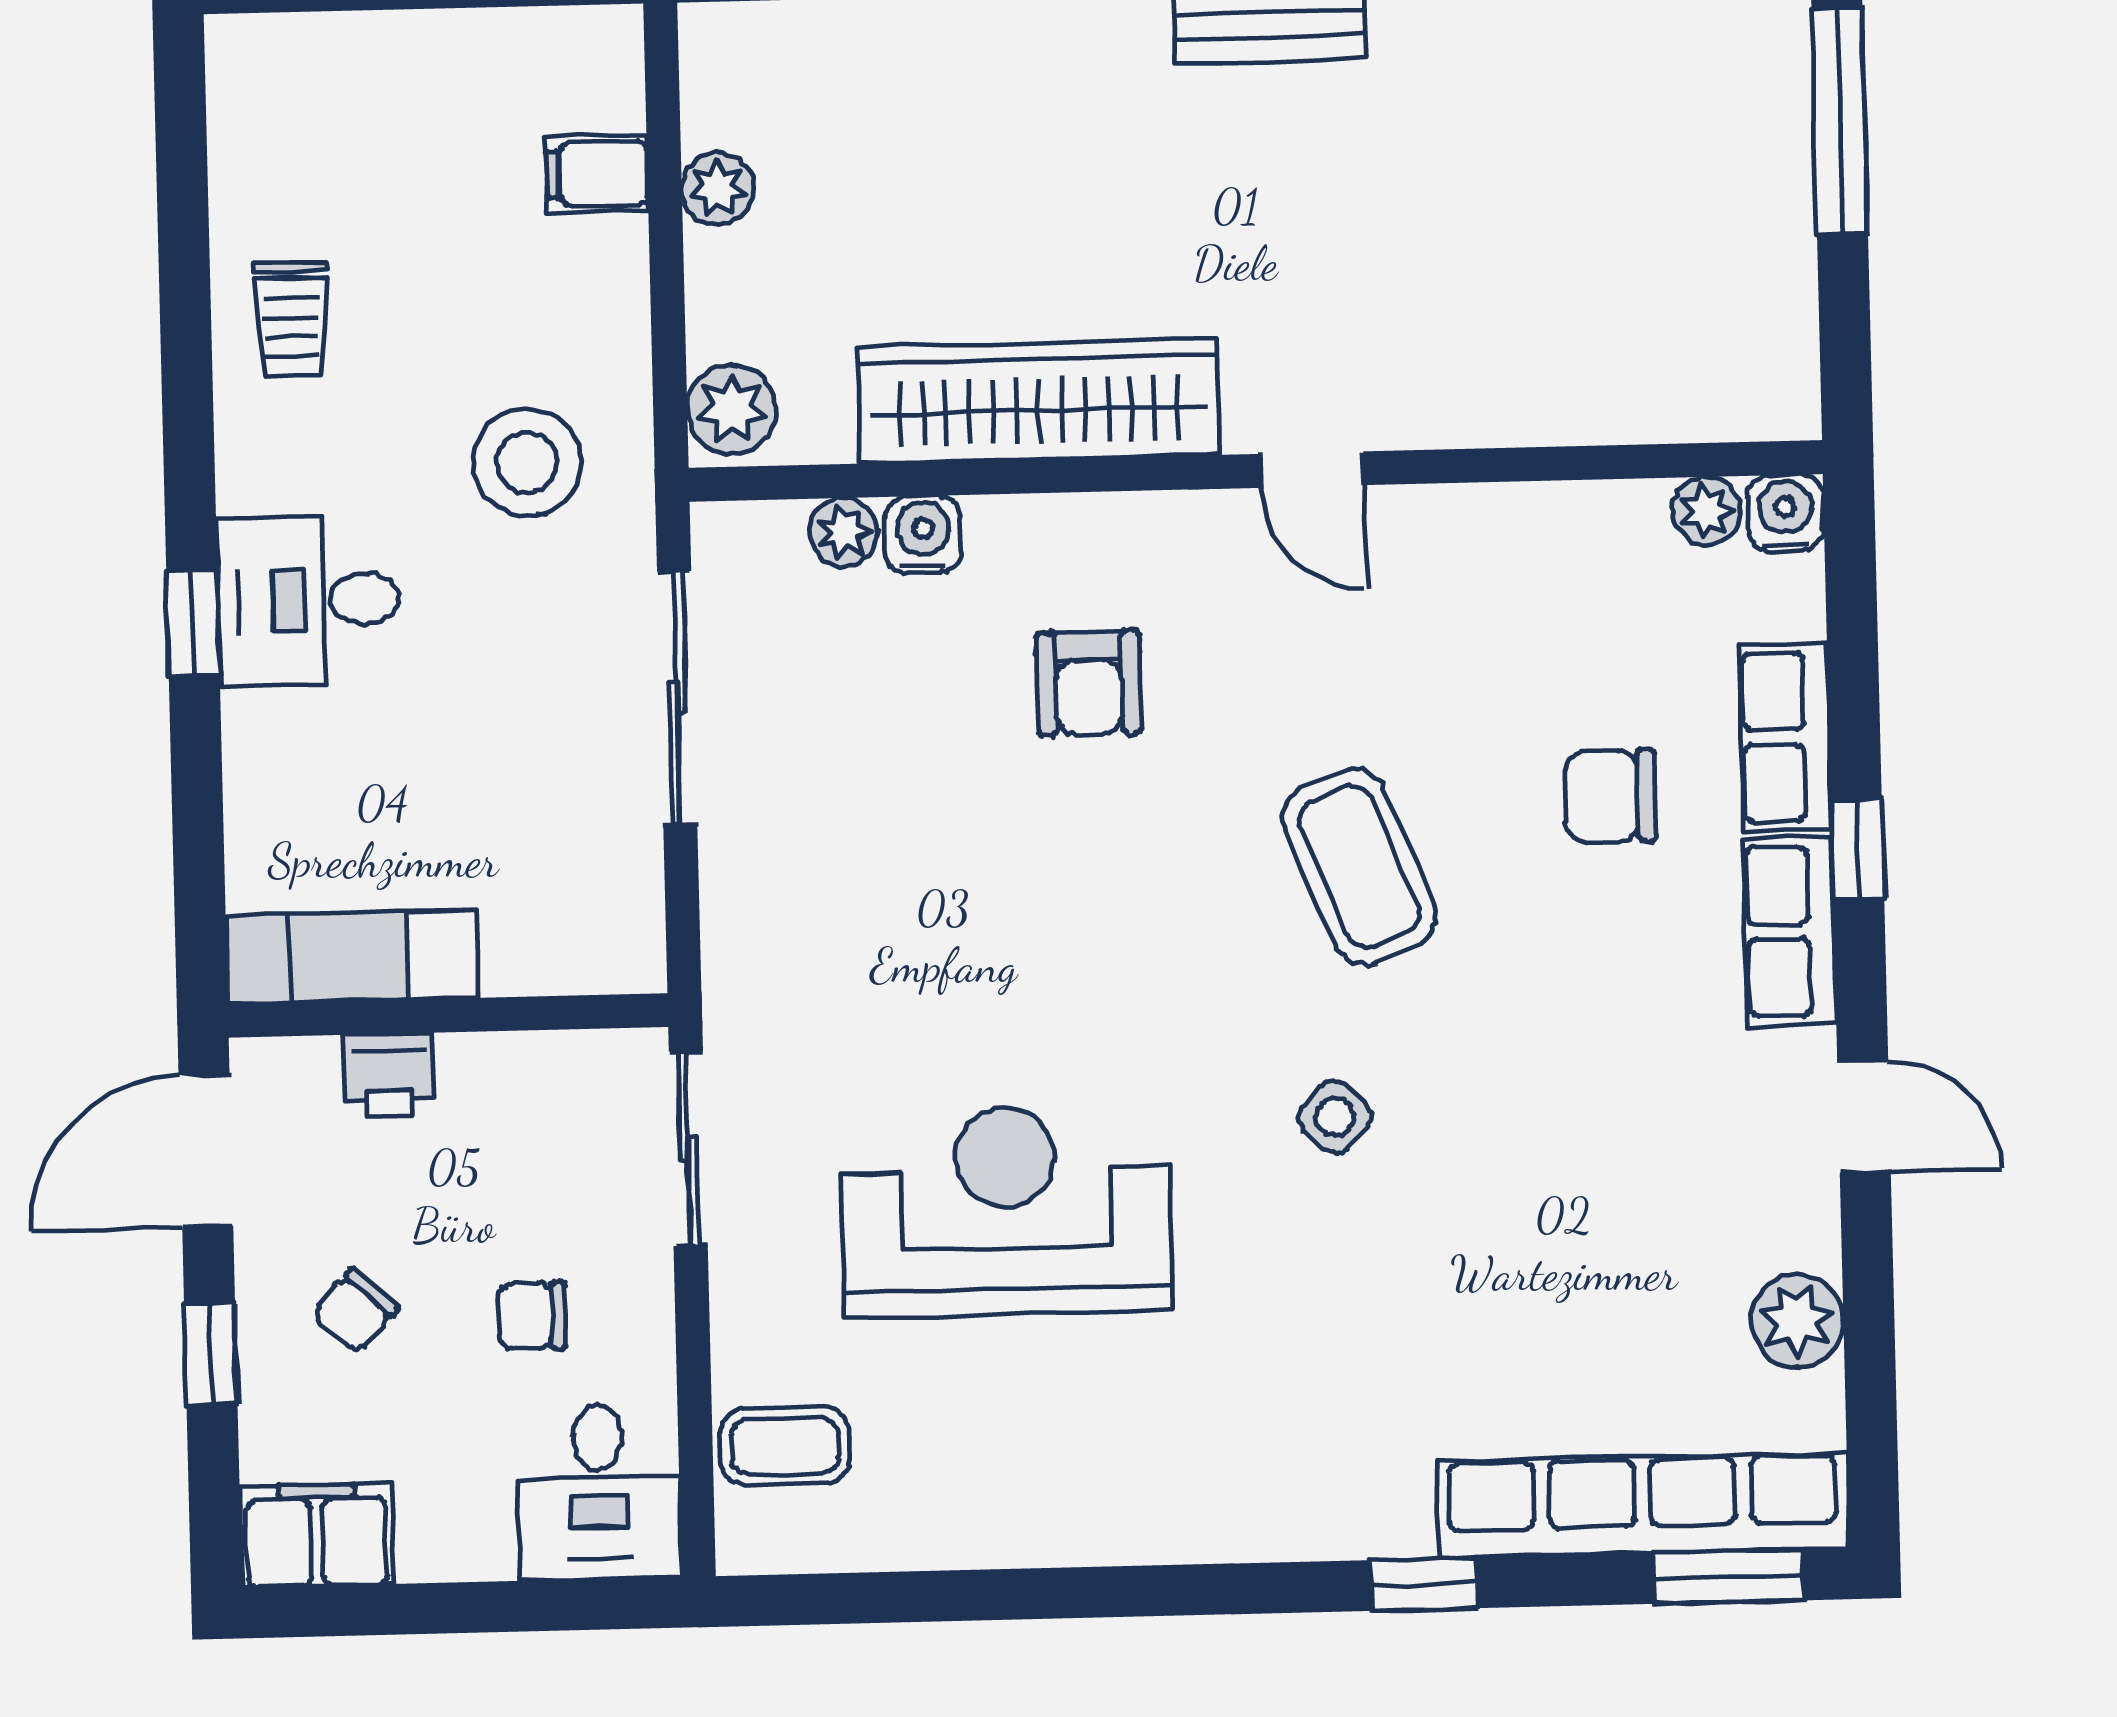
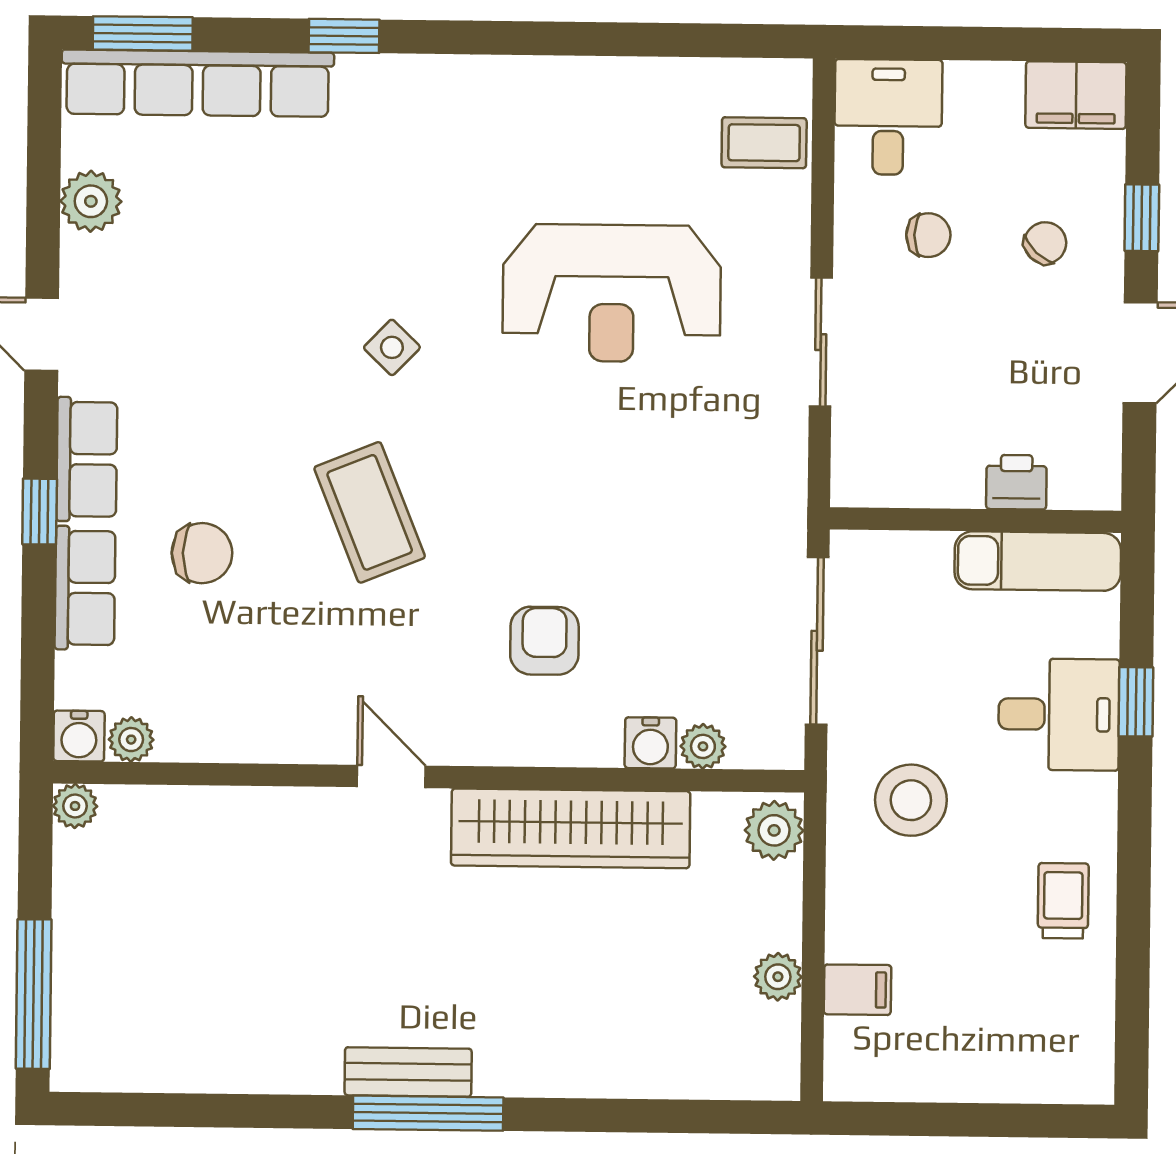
plant: (1788, 407) -> (75, 806), added
exam couch: (352, 957) -> (1038, 561), moved
wall: (448, 1016) -> (976, 520), moved
printer: (388, 1075) -> (1016, 482), moved

